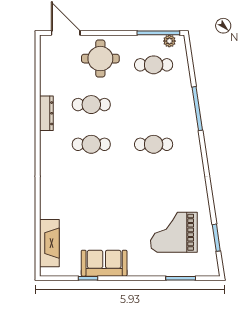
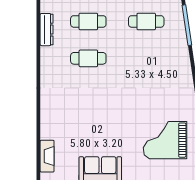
cafe table: (154, 144) -> (146, 21), moved
fireplace: (49, 243) -> (47, 156), width x0.73, depth x0.76

